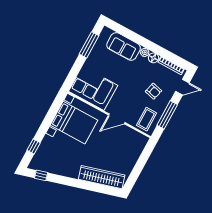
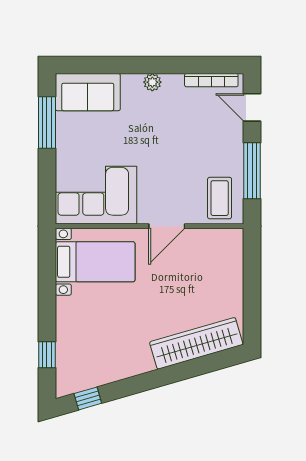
sofa: (124, 46) -> (88, 92), moved
floor lamp: (153, 58) -> (173, 83), removed
door: (182, 87) -> (252, 107), swing flipped
armchair: (153, 91) -> (205, 142), removed
bed with nightstands: (74, 123) -> (95, 262), width x0.73

